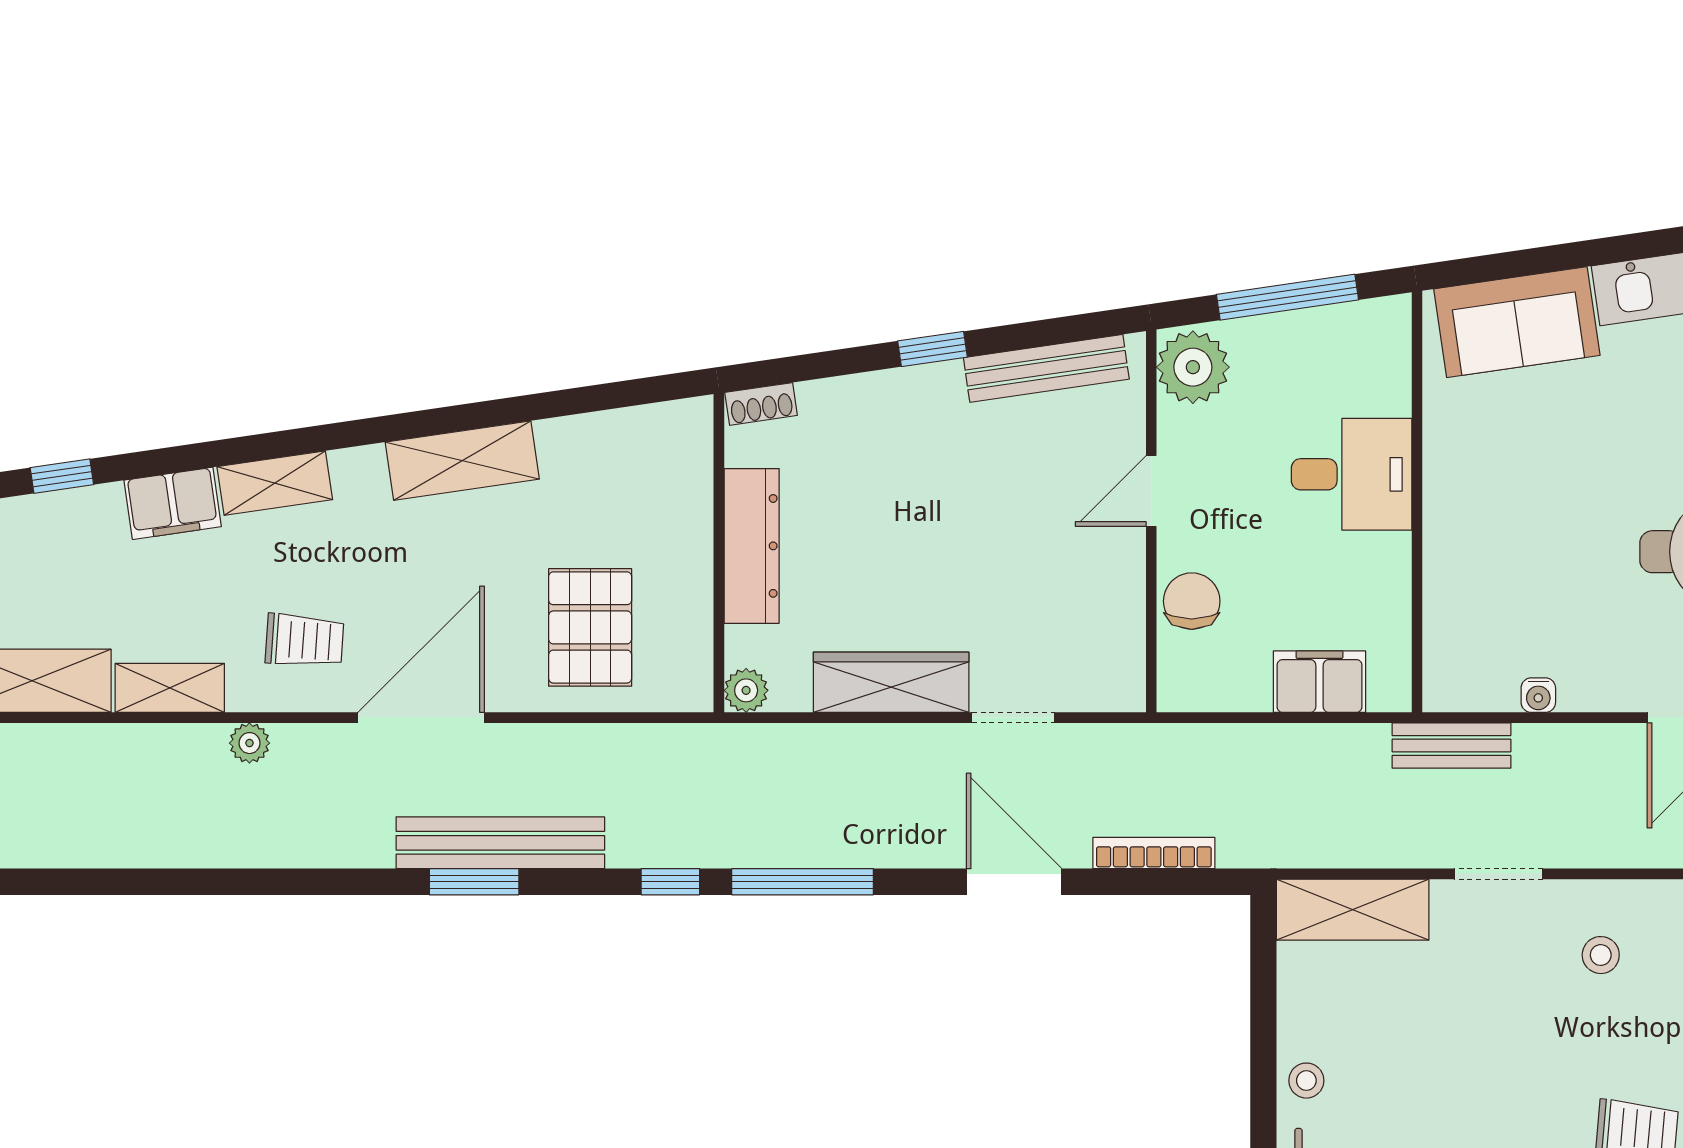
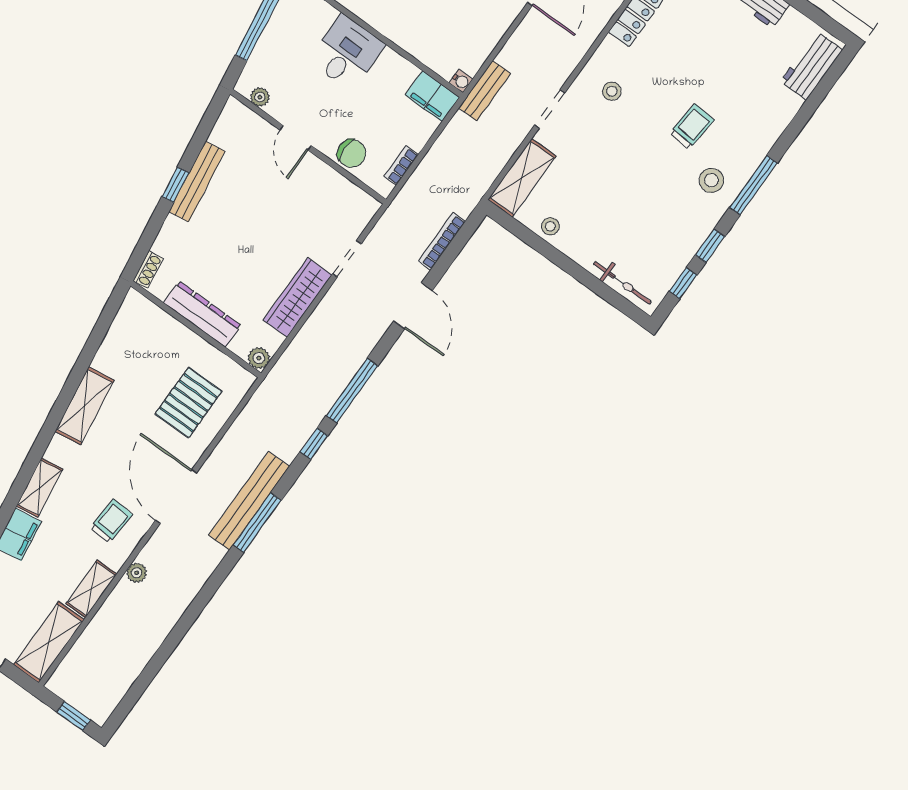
plant: (1193, 367) -> (260, 97), width x0.53, depth x0.53
bench: (1046, 368) -> (197, 181), moved
chair: (1192, 601) -> (352, 153), turned 180
pallet: (590, 627) -> (189, 403), turned 90
filing cabinet: (1320, 682) -> (432, 96), moved, turned -90
water cooler: (1538, 695) -> (461, 81), moved
bookcase: (1230, 697) -> (401, 165), added
window: (474, 882) -> (257, 523), width x1.44
door: (1014, 882) -> (413, 306), swing flipped
stool: (1306, 1081) -> (550, 226), moved

